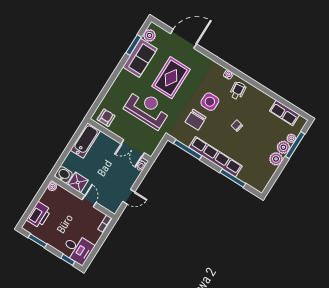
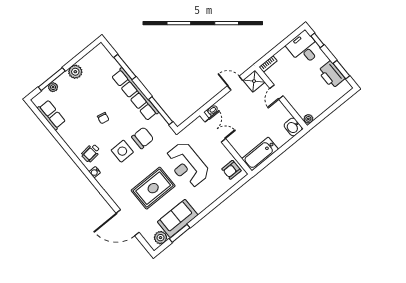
plant: (283, 147) -> (64, 81), removed
shower: (78, 182) -> (254, 81), moved
printer: (39, 215) -> (331, 75), moved, turned -90

